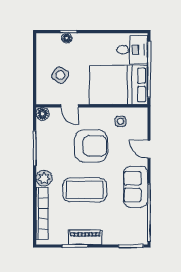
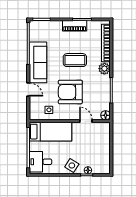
side table: (60, 75) -> (72, 165), moved
bed: (118, 85) -> (50, 132), width x0.67
sofa: (136, 187) -> (38, 62), width x1.36
coffee table: (85, 190) -> (75, 60), width x0.73, depth x0.76

